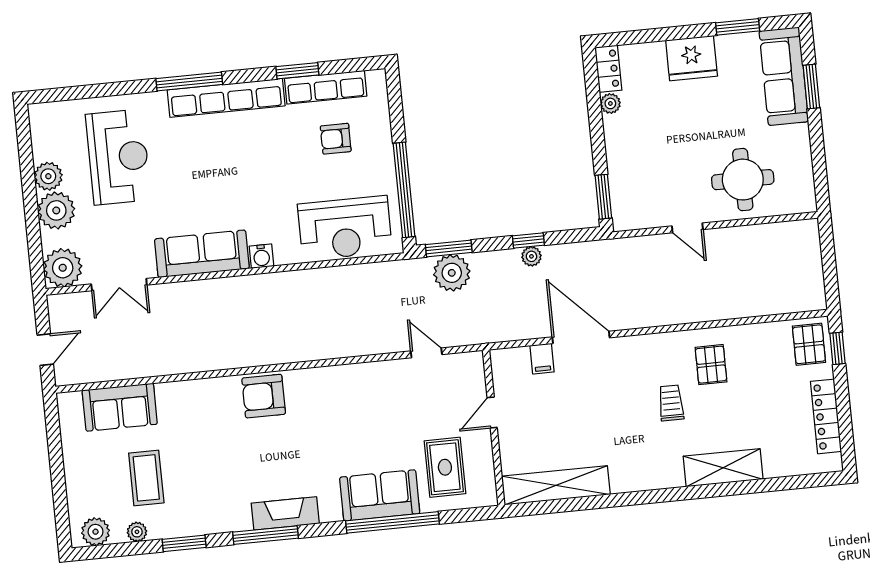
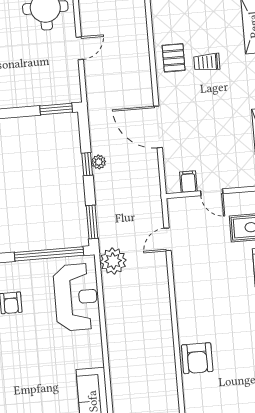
water cooler: (262, 256) -> (95, 358), removed
plant: (452, 273) -> (113, 261), moved
door: (581, 337) -> (158, 127), hinge flipped
filing cabinet: (542, 359) -> (188, 182), moved, turned -90
pallet: (711, 365) -> (174, 58), moved, turned 90

